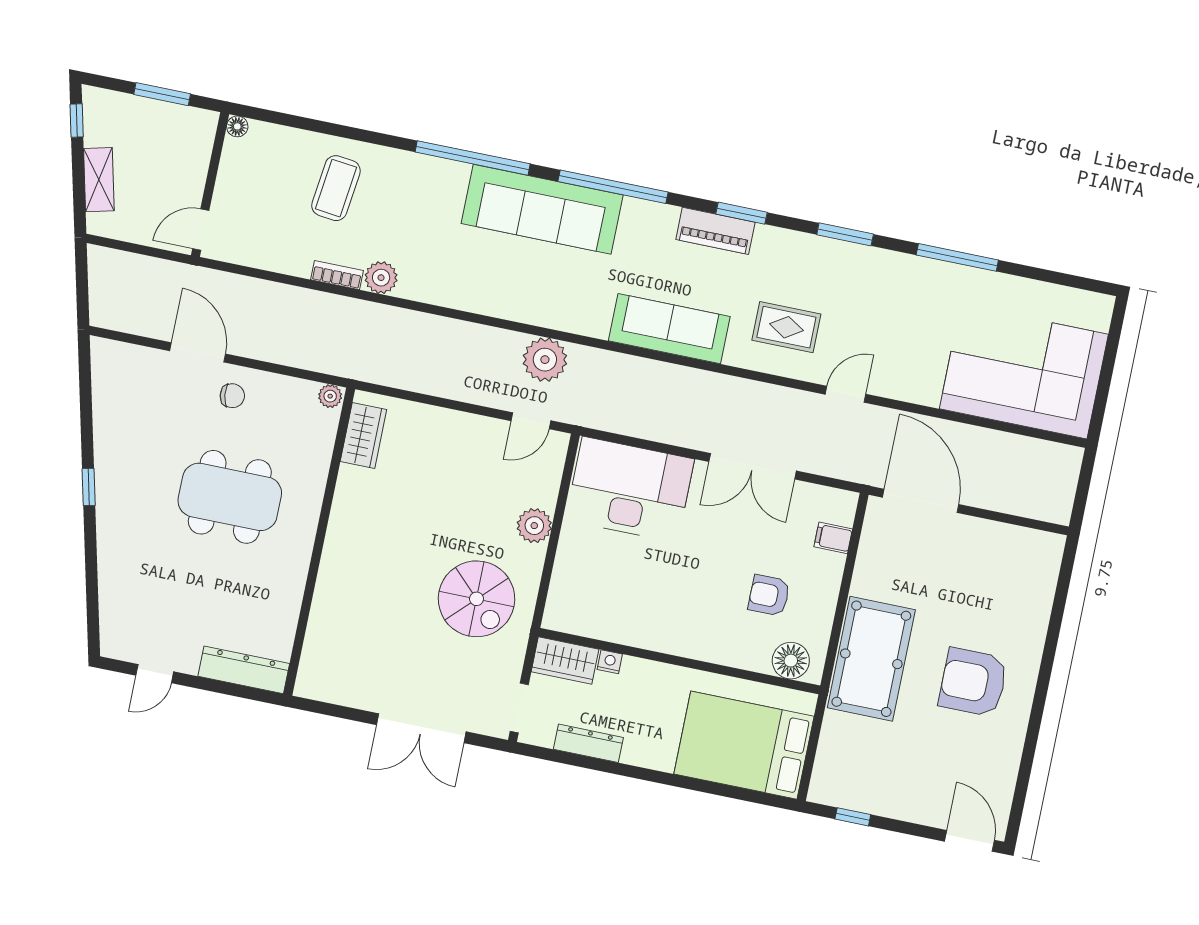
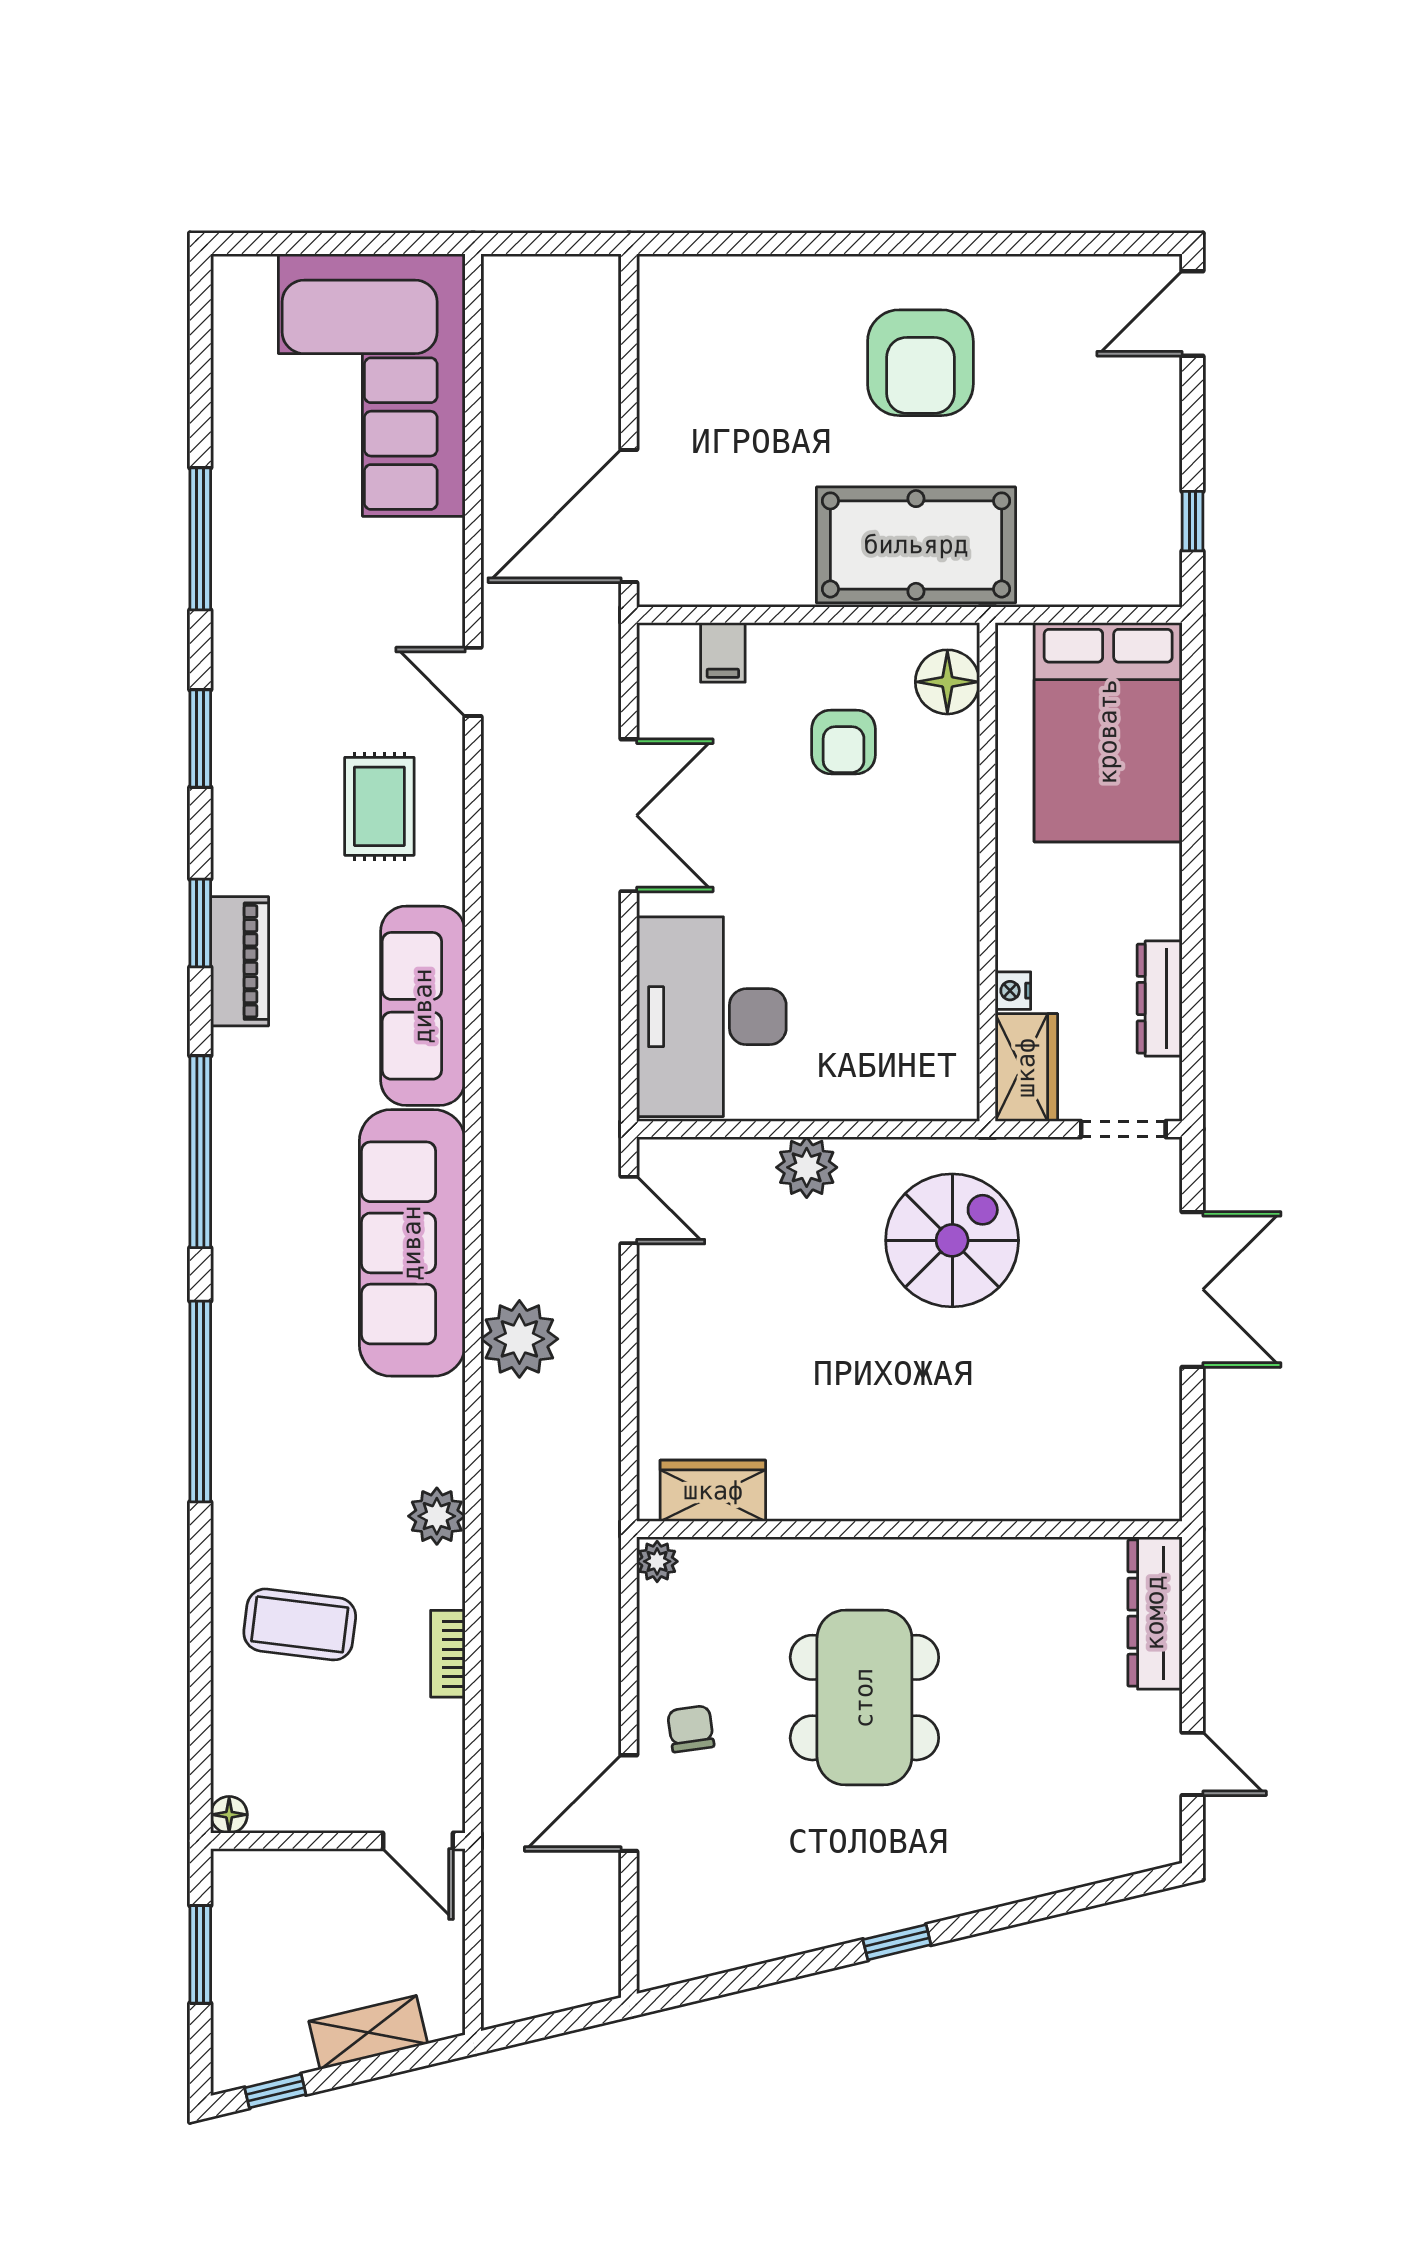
sofa: (542, 209) -> (412, 1243), moved, turned 180
bookcase: (337, 275) -> (448, 1654), moved
plant: (545, 360) -> (519, 1339), moved

